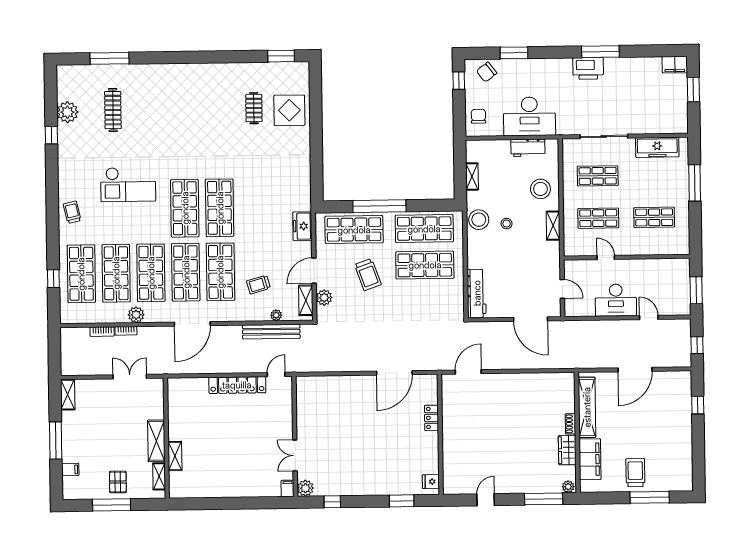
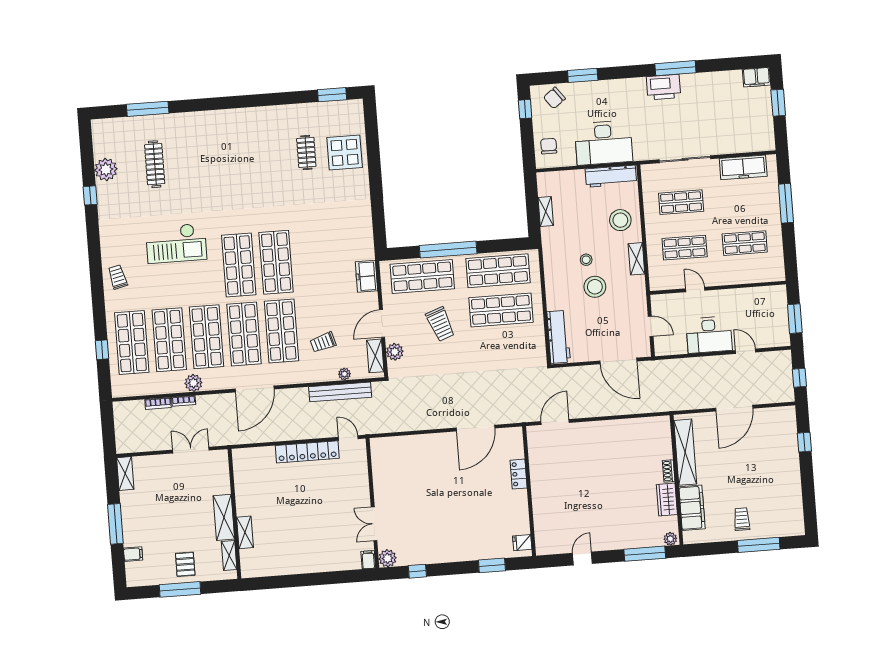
workbench: (528, 148) -> (611, 176), width x1.37
stool: (479, 220) -> (595, 287), moved
door: (276, 375) -> (348, 438), hinge flipped
trolley: (635, 473) -> (742, 519), width x0.73, depth x0.72

